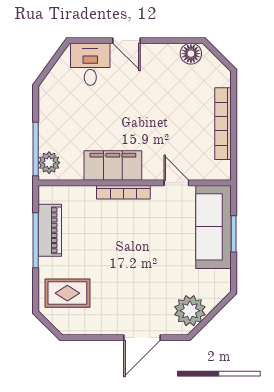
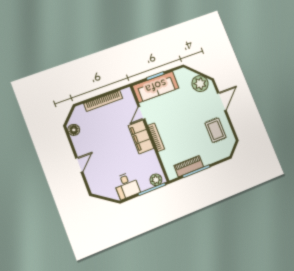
desk: (90, 64) -> (127, 186), moved, turned -90
filing cabinet: (113, 166) -> (141, 137), moved
rug: (67, 293) -> (216, 130), moved
door: (142, 338) -> (222, 102), hinge flipped

